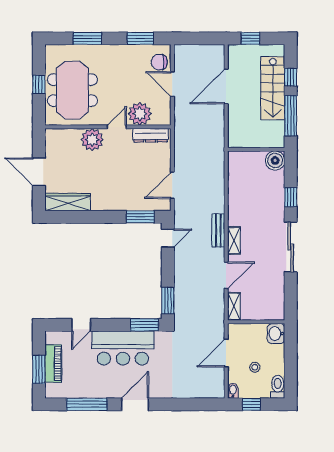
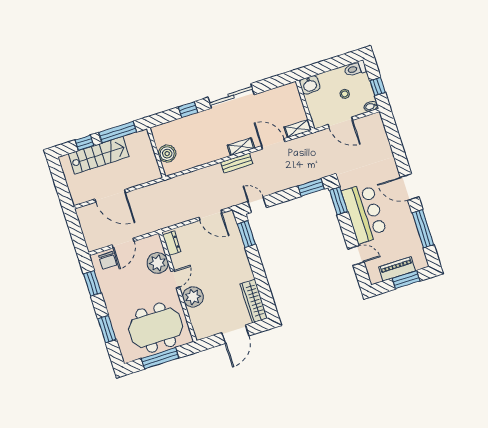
window: (250, 38) -> (62, 188), removed
window: (39, 84) -> (160, 358), width x2.17
door: (117, 127) -> (175, 279), swing flipped
dresser: (150, 135) -> (172, 243), width x0.70
boiler: (275, 160) -> (167, 154), moved

